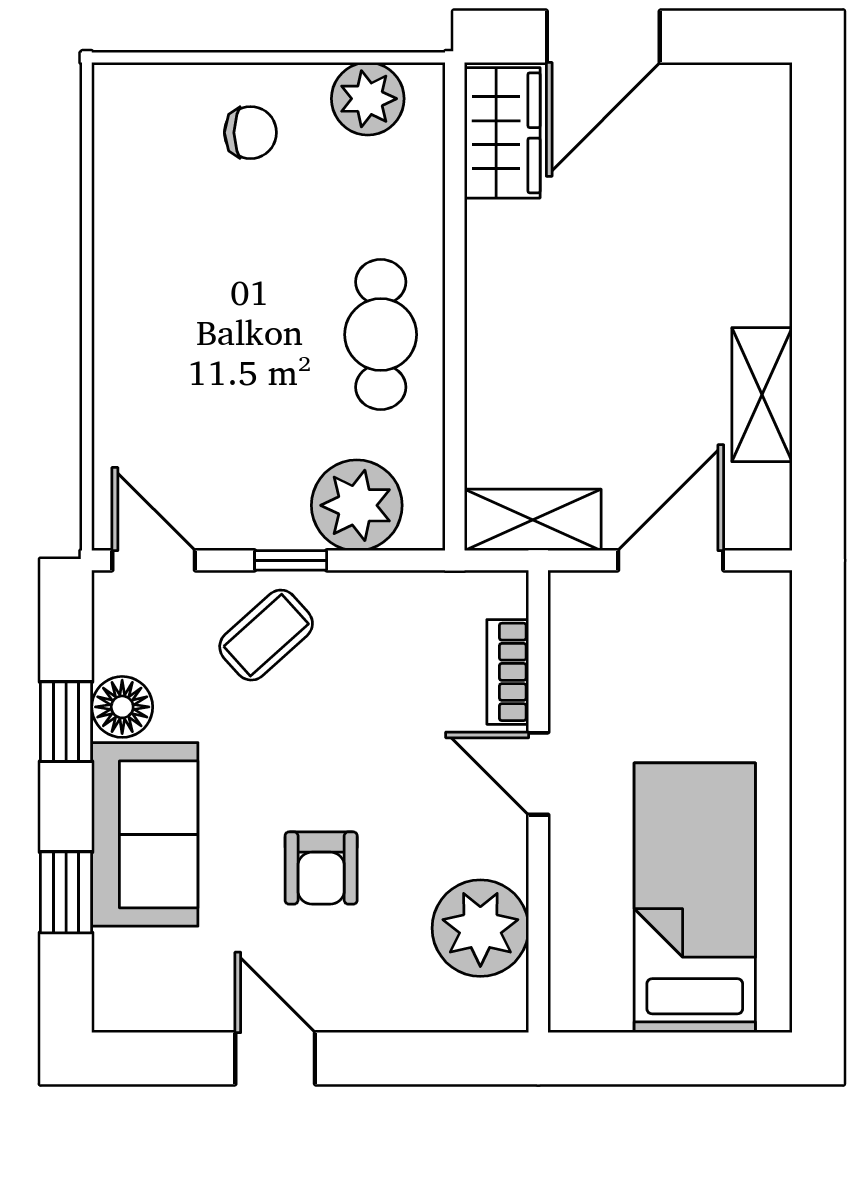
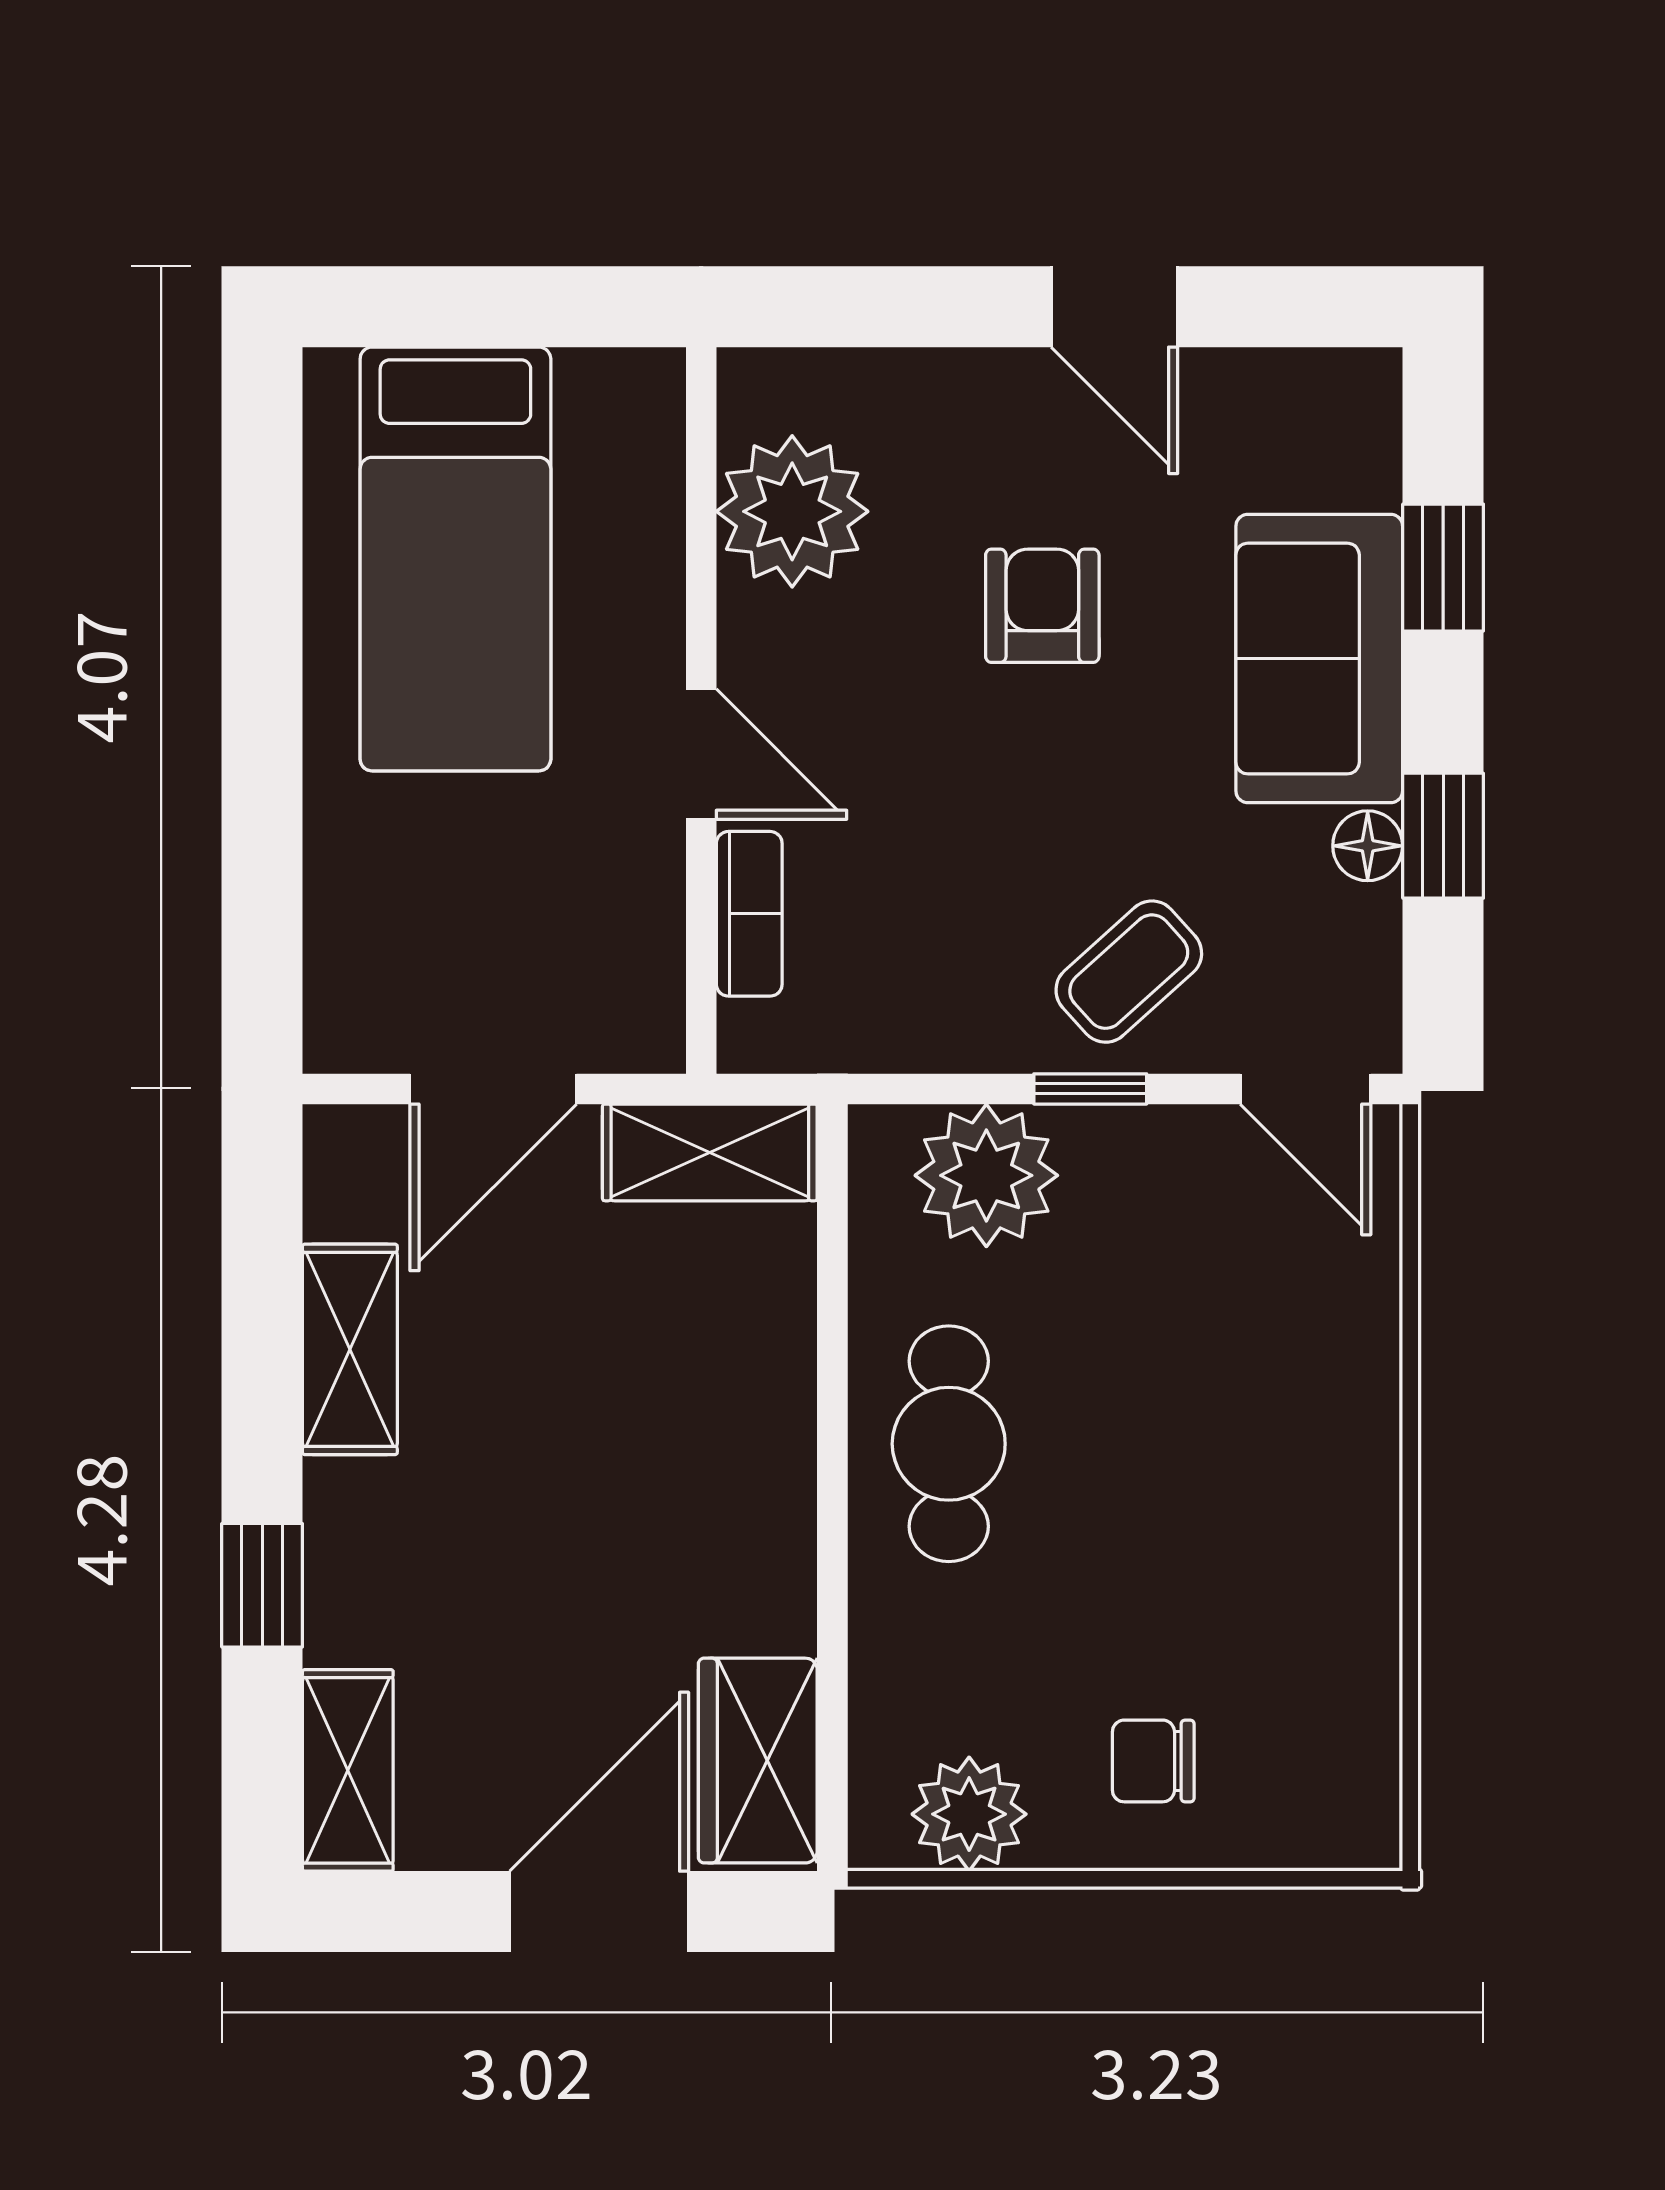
shelving: (763, 127) -> (348, 1770), added
window: (818, 244) -> (262, 1585), added
floor lamp: (122, 707) -> (1368, 846), width x0.73, depth x0.73

